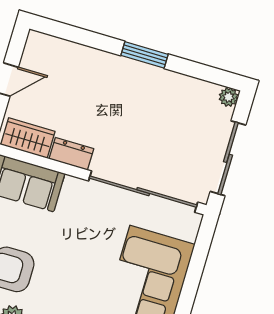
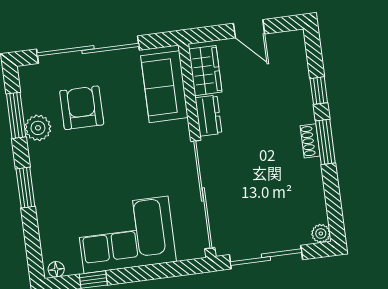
window: (94, 40) -> (319, 91), added
shoe rack: (137, 69) -> (310, 141), added

